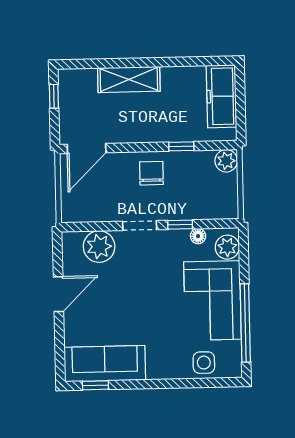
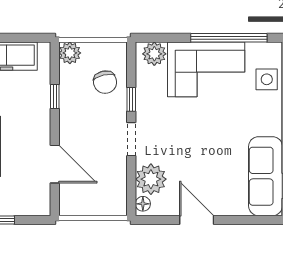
door: (87, 148) -> (55, 164), moved
chair: (151, 173) -> (105, 82), moved, turned -103
floor lamp: (198, 236) -> (143, 204), moved

